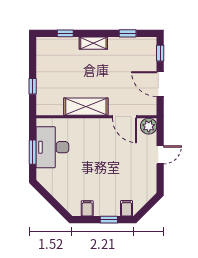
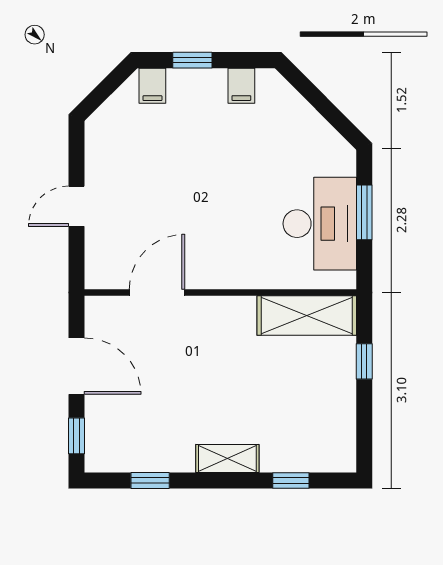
shelving: (86, 107) -> (307, 315), moved
door: (125, 117) -> (157, 292), hinge flipped
plant: (149, 126) -> (103, 271), removed

